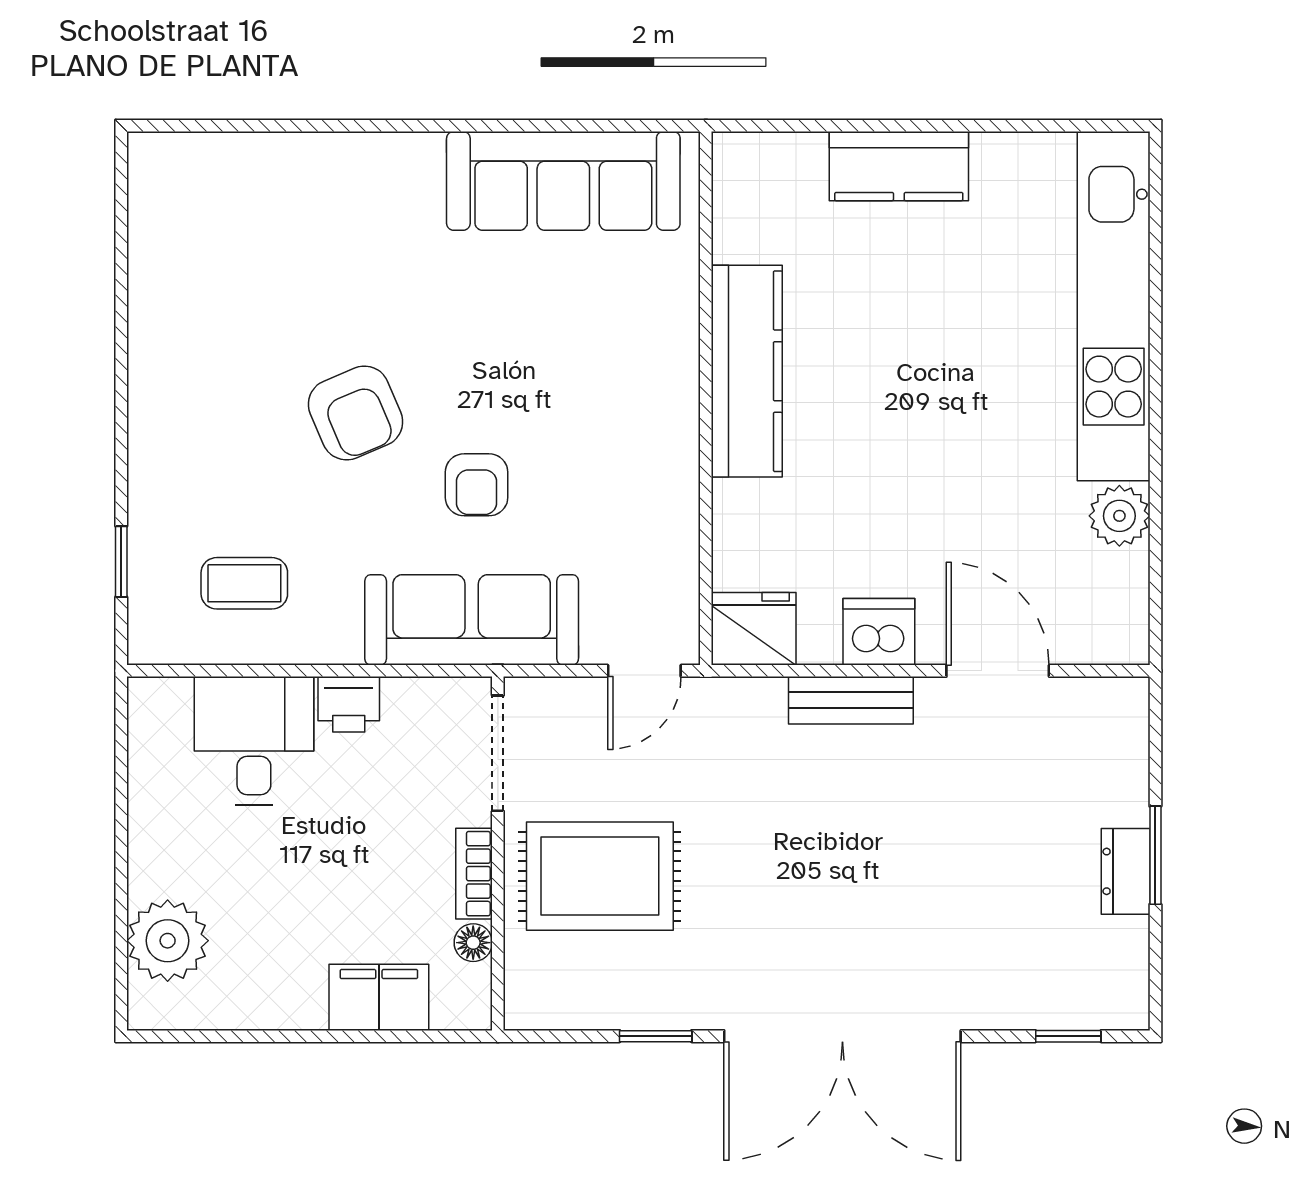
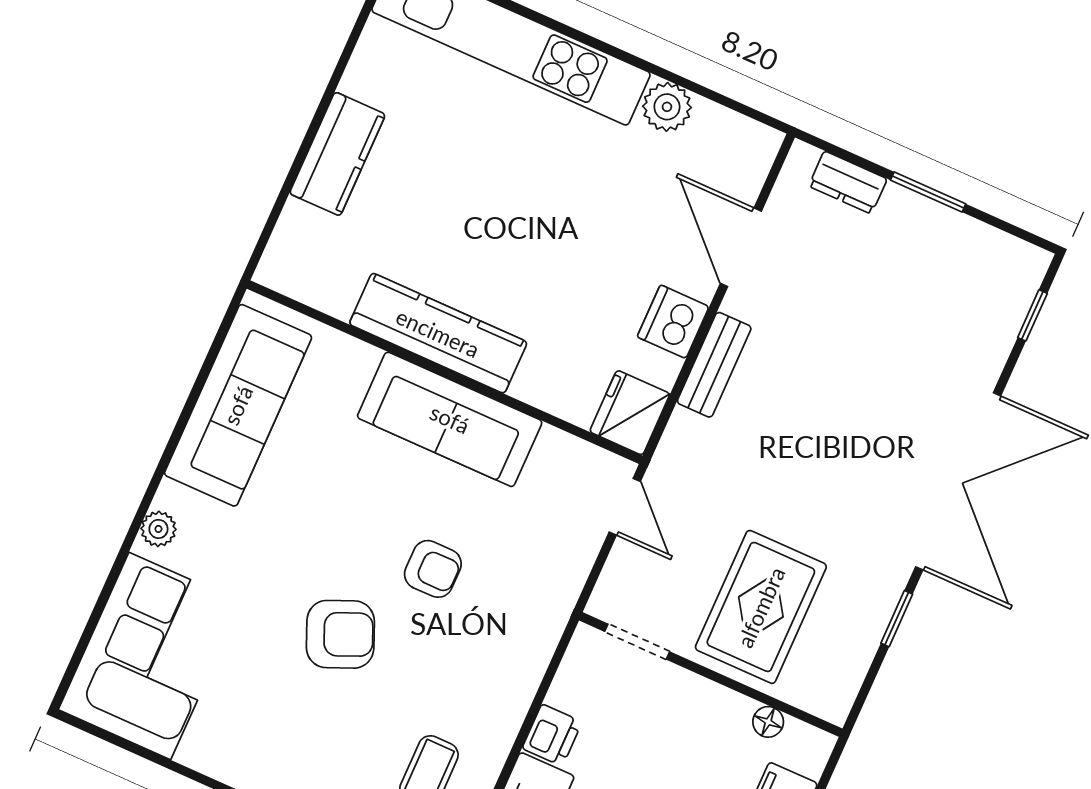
plant: (383, 153) -> (158, 529), added
corner sofa: (234, 208) -> (150, 656), added
sofa: (472, 620) -> (450, 419), moved, turned -90
door: (998, 671) -> (741, 247), hinge flipped
doorway: (498, 753) -> (637, 642), width x0.73
dresser: (1126, 871) -> (848, 182), moved
bookcase: (474, 874) -> (718, 699), removed

